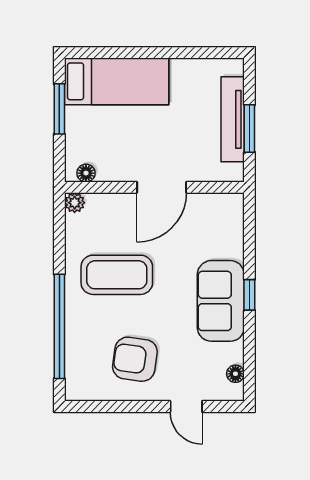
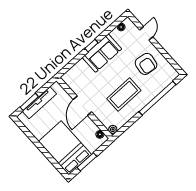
bed: (117, 81) -> (65, 148), width x1.50
window: (249, 128) -> (29, 102), moved
door: (162, 187) -> (82, 106), swing flipped
coffee table: (117, 275) -> (124, 95), turned 90

